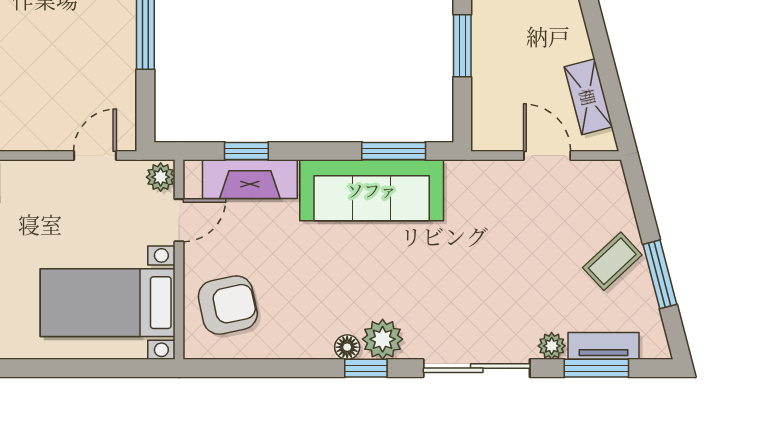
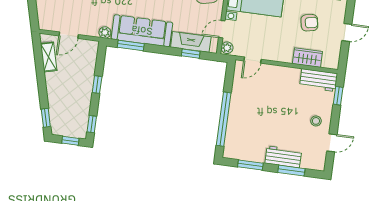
window: (462, 46) -> (97, 85), width x0.67
door: (547, 156) -> (69, 35), hinge flipped
plant: (460, 174) -> (105, 33), added

